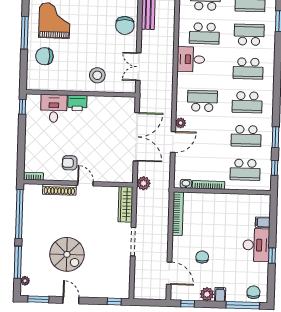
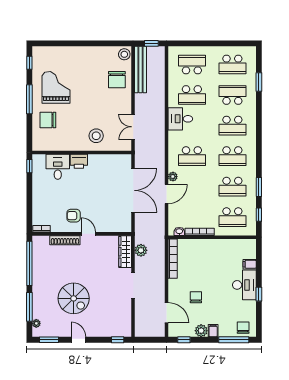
chair: (125, 25) -> (117, 80), moved
school desk: (202, 101) -> (192, 156), turned 180
plant: (144, 183) -> (141, 250), moved

